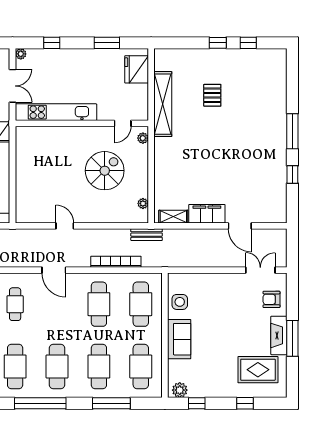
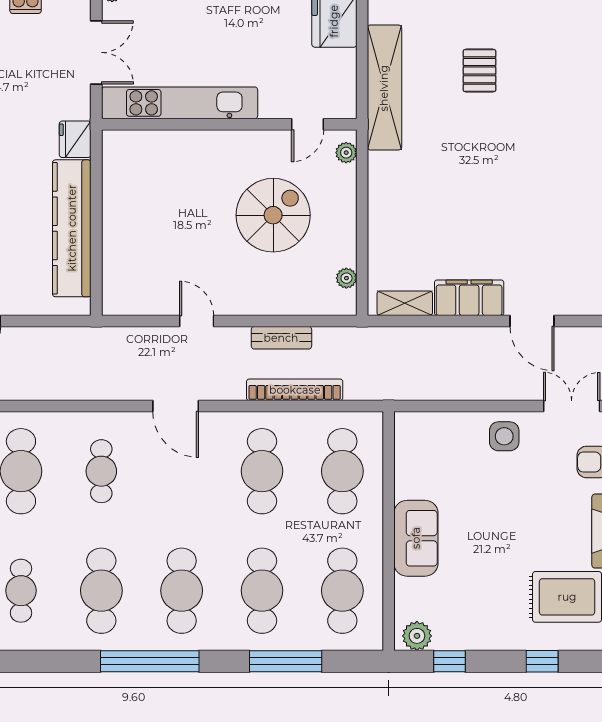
bench: (147, 235) -> (281, 338), moved
side table: (180, 302) -> (504, 436), moved

